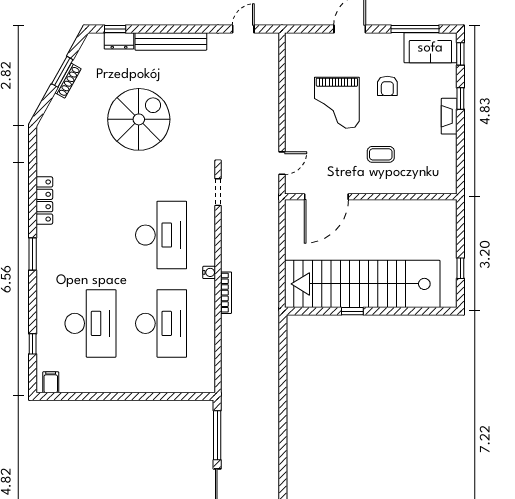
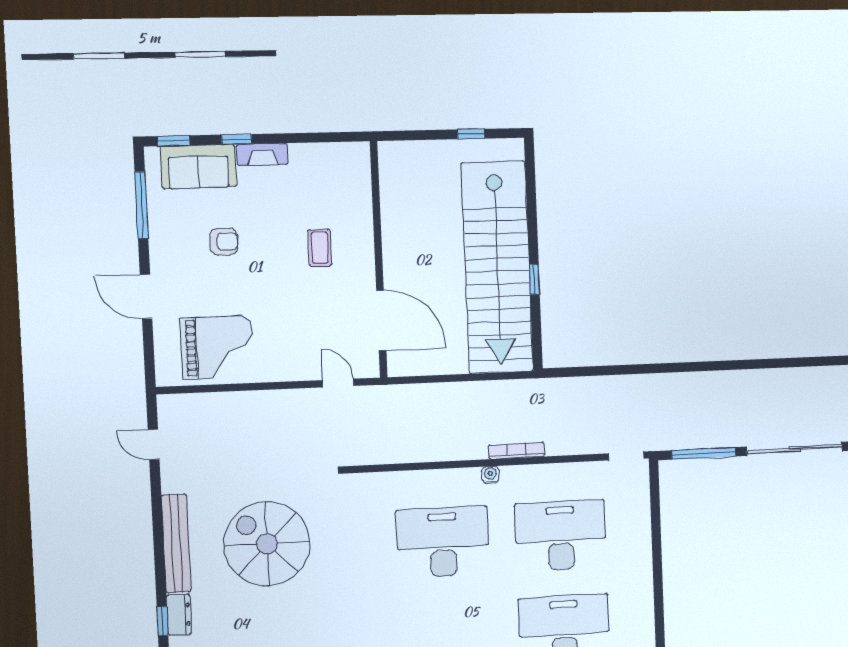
sofa: (430, 48) -> (199, 166), moved, turned 90
grand piano: (337, 103) -> (217, 347), moved
spiral stairs: (139, 119) -> (267, 544), moved
doorway: (218, 192) -> (626, 456), moved

